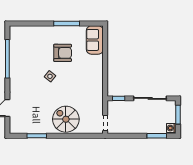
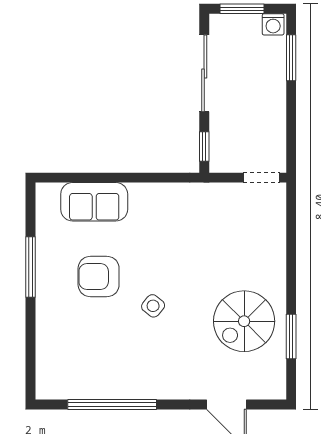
sofa: (95, 40) -> (94, 202), moved
armchair: (63, 53) -> (99, 276), turned -90
spiral stairs: (66, 119) -> (244, 321), moved

